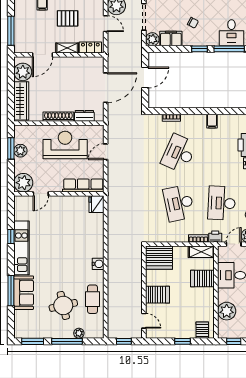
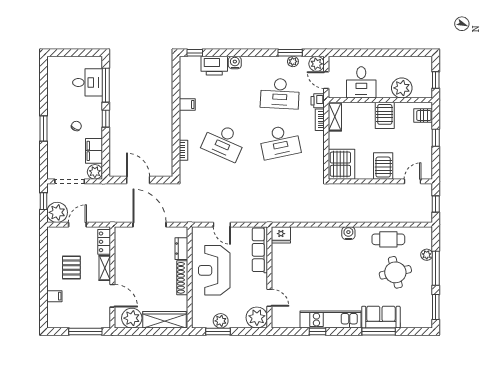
server rack: (202, 278) -> (385, 115), moved

